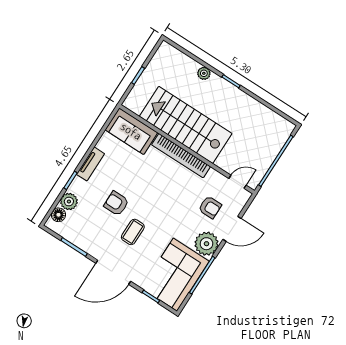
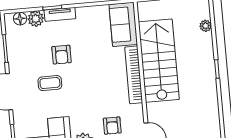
plant: (204, 73) -> (206, 26), moved
tv unit: (90, 164) -> (60, 14), moved
armchair: (116, 203) -> (62, 55), turned 180

